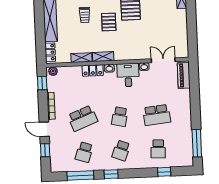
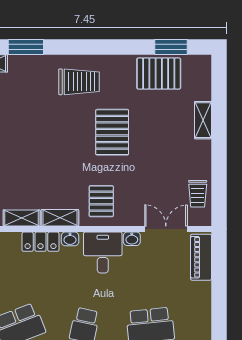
trolley: (85, 15) -> (198, 194), moved
pallet: (109, 22) -> (101, 201), moved

